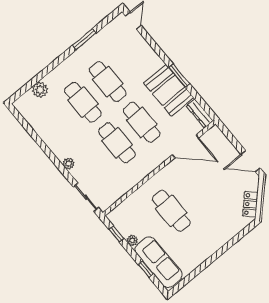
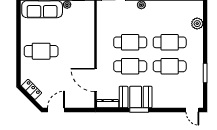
door: (185, 146) -> (96, 80), hinge flipped
cafe table: (171, 211) -> (41, 51), moved

